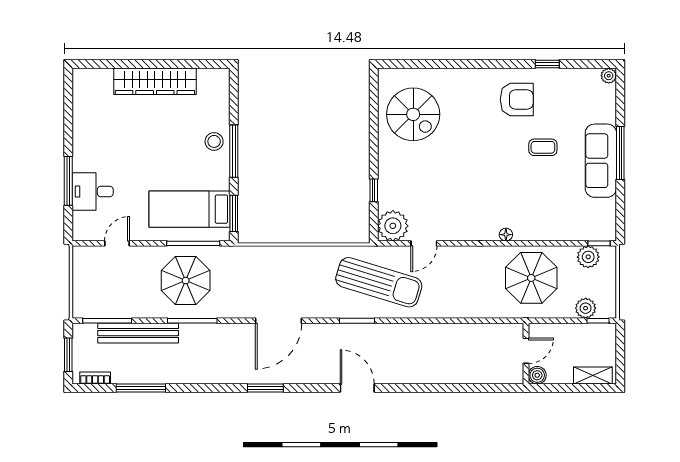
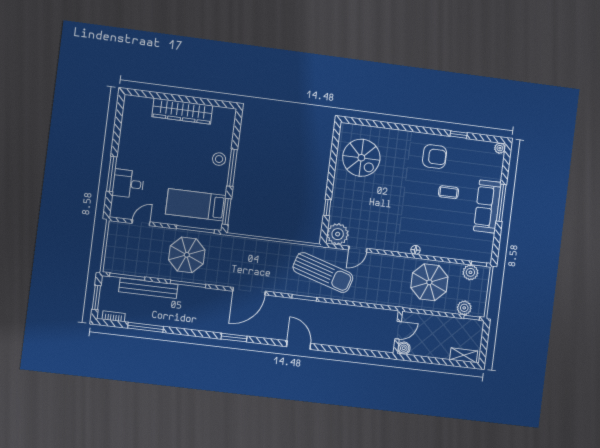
door: (526, 351) -> (398, 330), moved
wall: (526, 354) -> (398, 332), moved
boiler: (537, 375) -> (404, 348), moved

